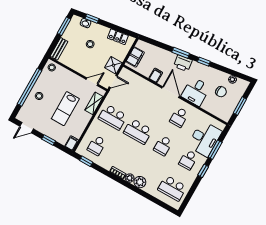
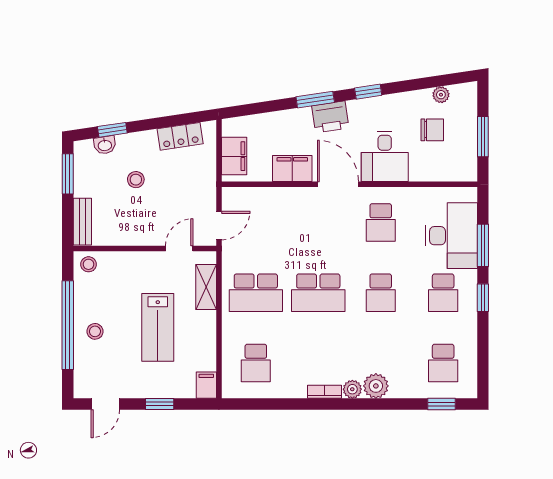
shower: (113, 65) -> (202, 194), removed
filing cabinet: (156, 75) -> (292, 169), width x2.00
window: (86, 161) -> (441, 404), moved
school desk: (172, 188) -> (443, 363), width x0.54

